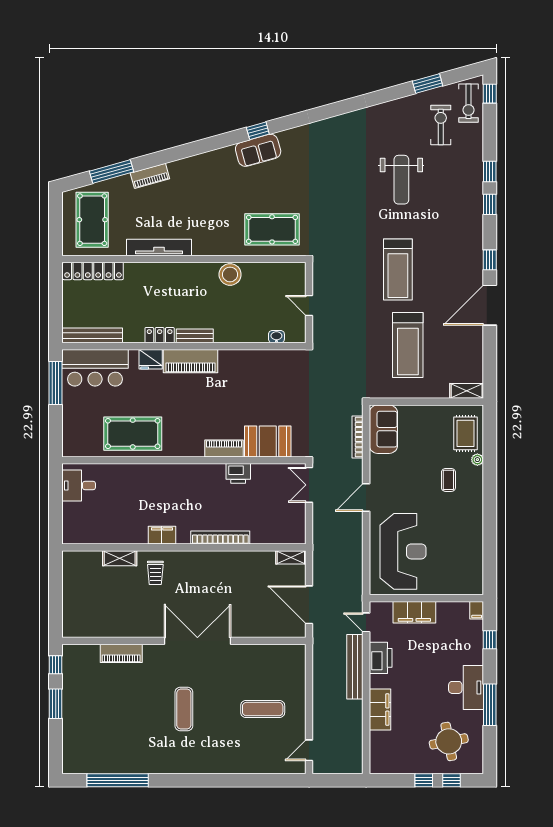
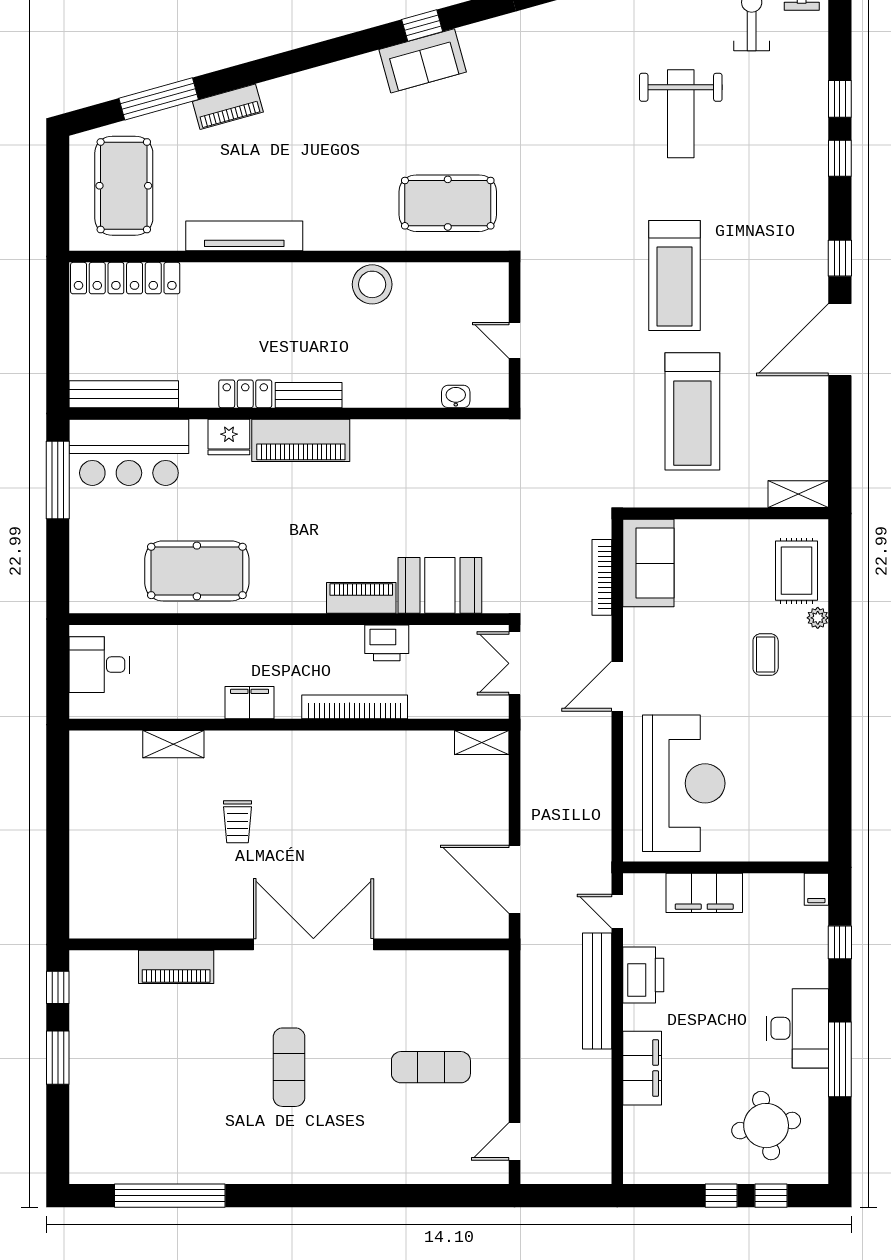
filing cabinet: (162, 535) -> (250, 703), moved
bookcase: (220, 538) -> (355, 707), moved
wall: (184, 547) -> (289, 725), moved
shelving: (291, 557) -> (482, 743), moved
shelving: (120, 558) -> (173, 744), moved

